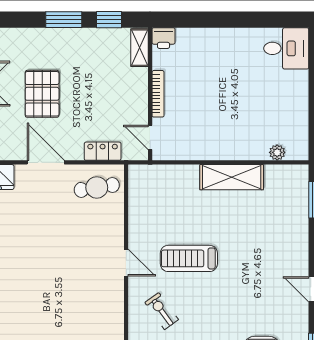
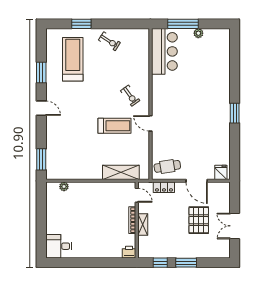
shelving: (139, 48) -> (143, 224), moved
shelving: (232, 177) -> (121, 172), moved

